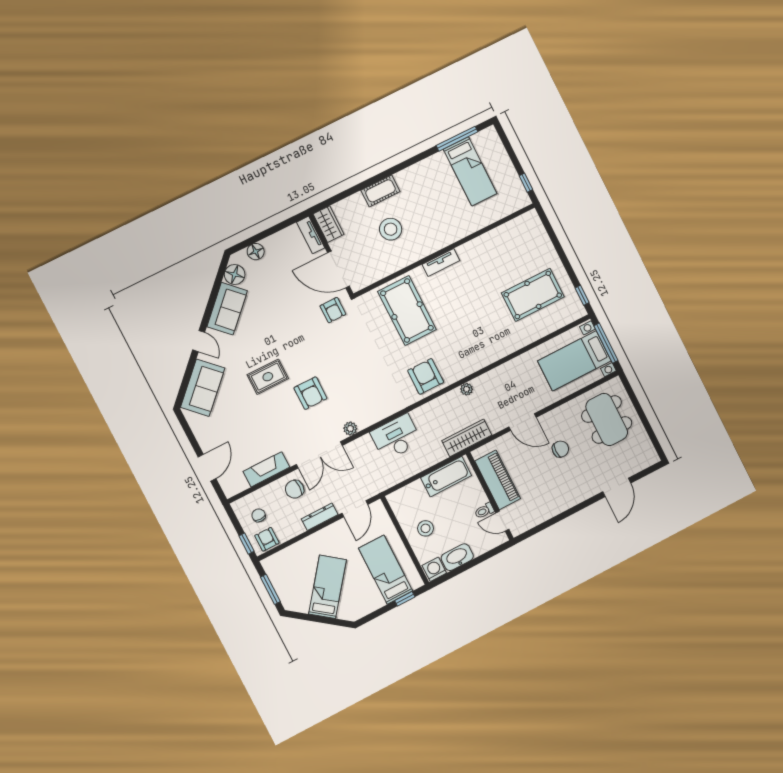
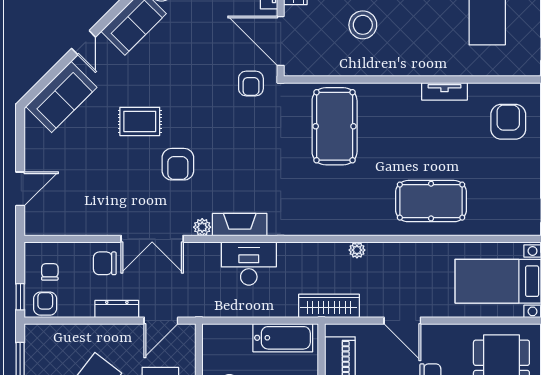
tv unit: (441, 263) -> (444, 91), moved
pool table: (533, 295) -> (431, 201), moved
armchair: (426, 376) -> (508, 122), moved
fireplace: (266, 469) -> (240, 225), moved

